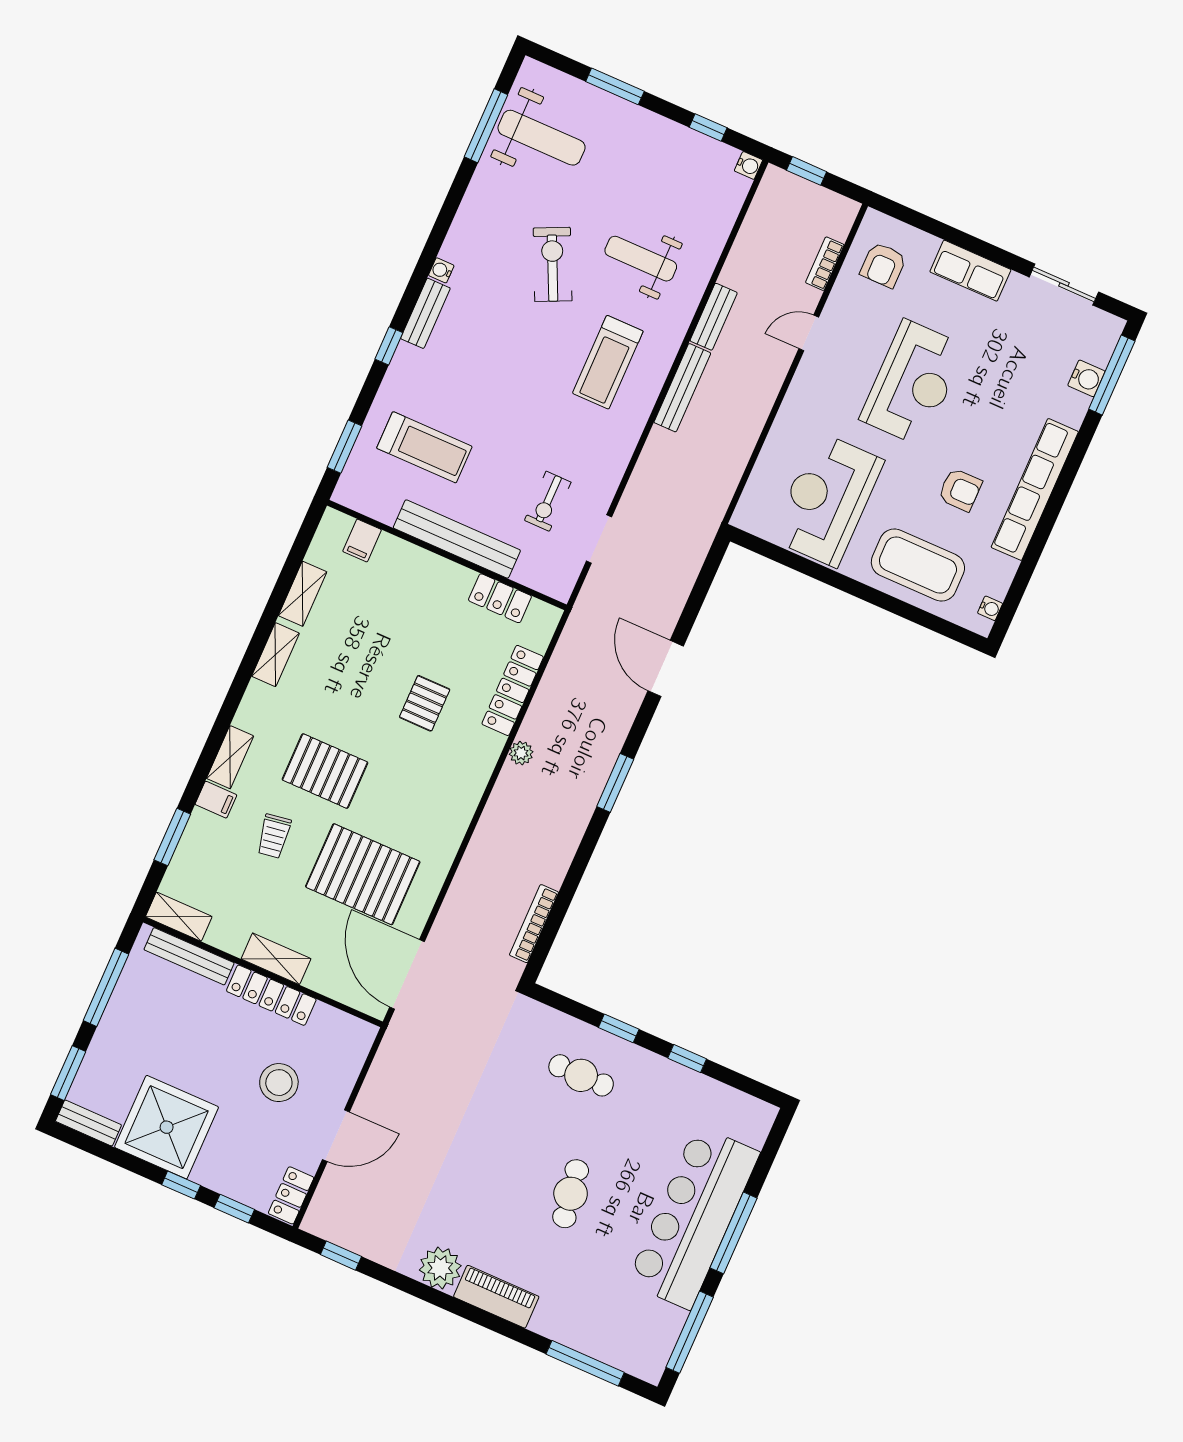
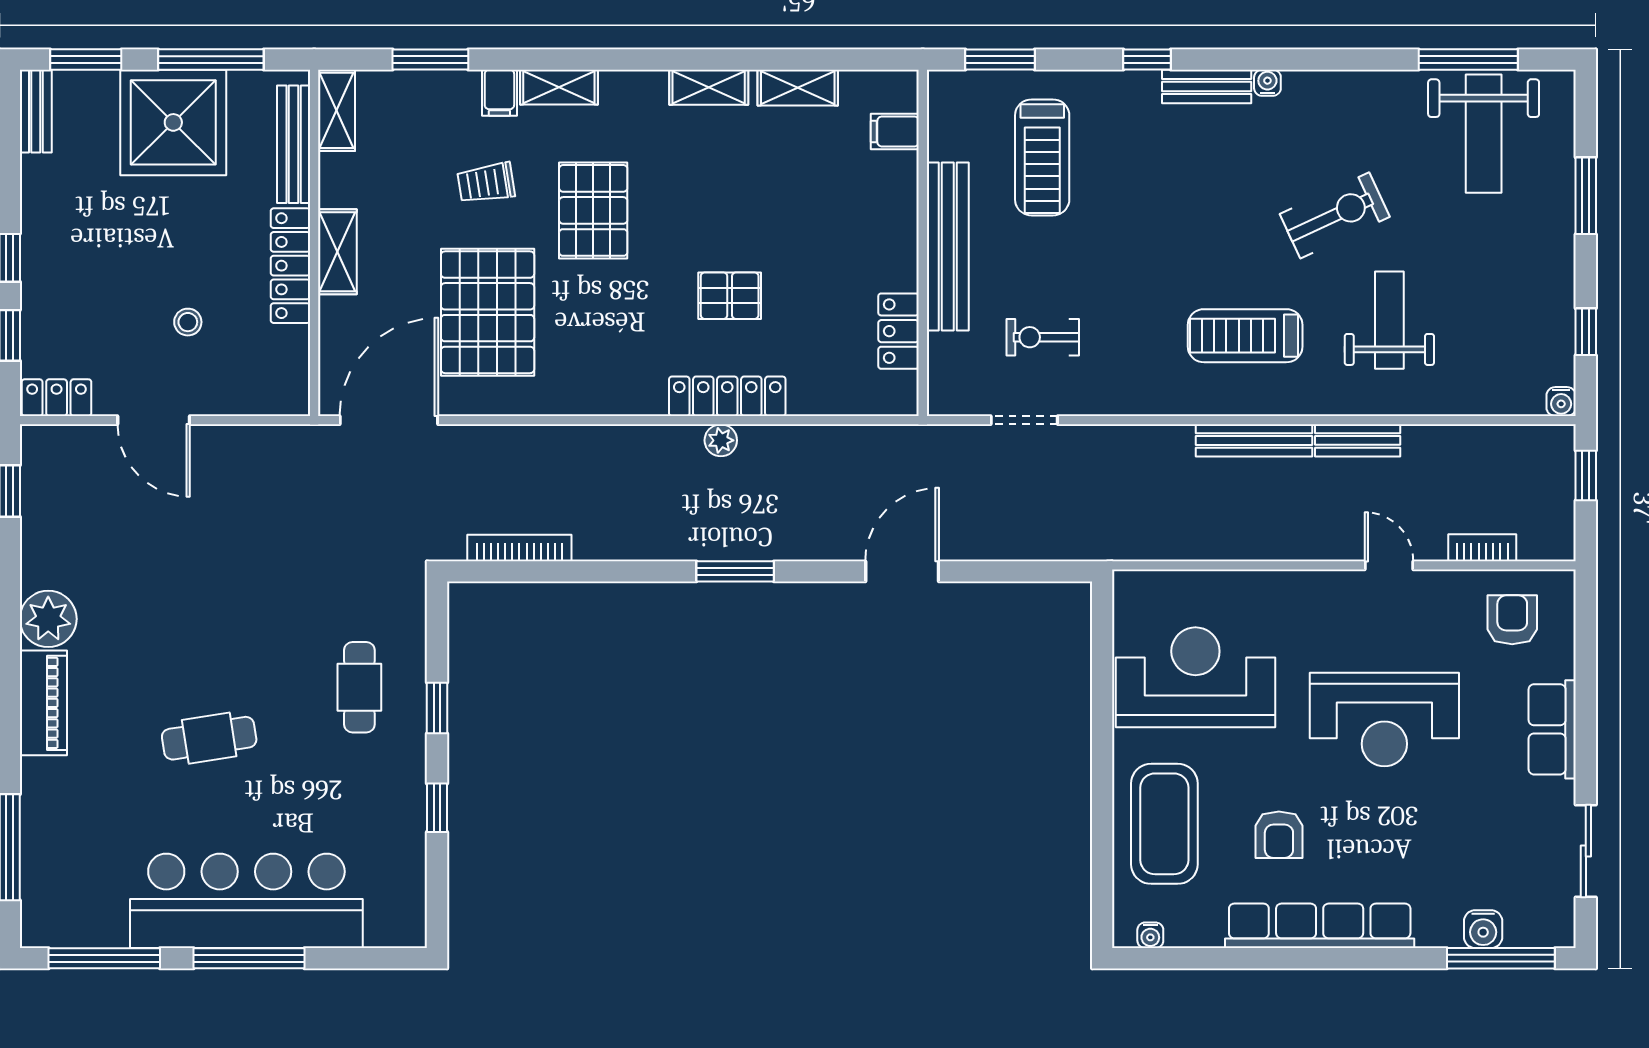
armchair: (883, 265) -> (1512, 620), turned 90
locker: (513, 690) -> (727, 396), moved
stool: (279, 1083) -> (188, 322), width x0.53, depth x0.53
shower: (167, 1127) -> (173, 122), moved

